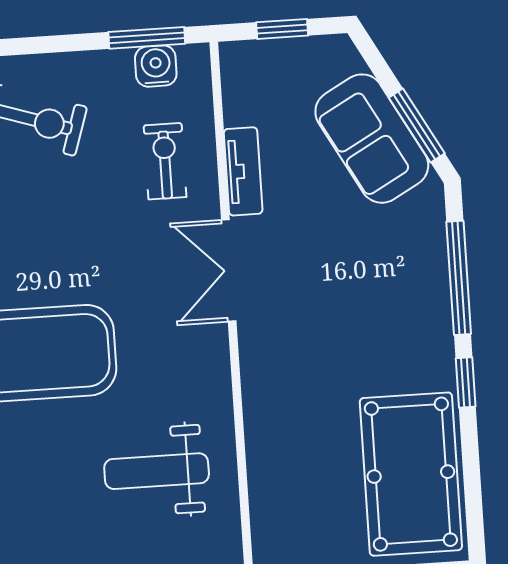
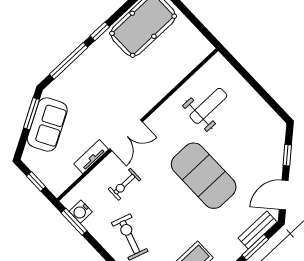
exercise bike: (165, 161) -> (124, 184), moved
weight bench: (157, 471) -> (208, 106), turned -90

